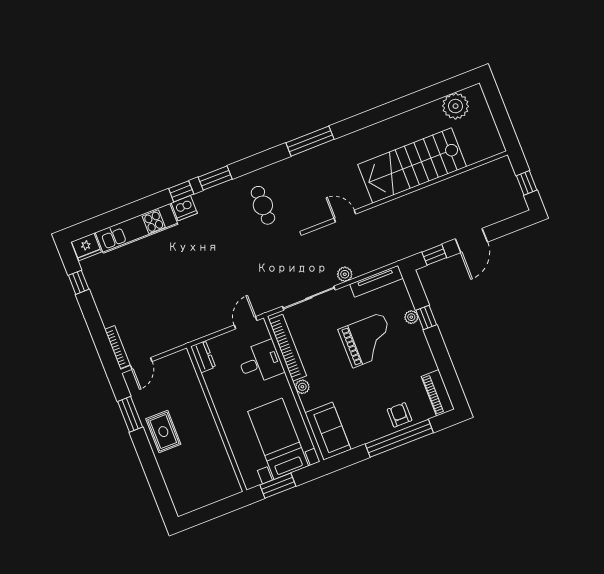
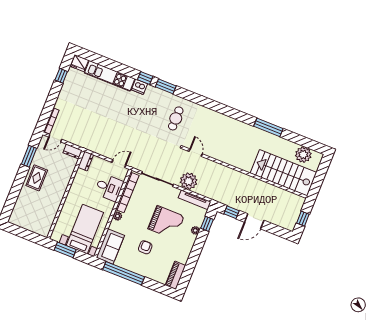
window: (310, 141) -> (268, 127), moved
stairs: (412, 166) -> (283, 173), moved
door: (345, 216) -> (196, 153), moved
plant: (345, 274) -> (189, 181), width x1.88, depth x1.88
window: (426, 318) -> (207, 224), moved
dresser: (177, 360) -> (73, 152), added
armchair: (399, 415) -> (145, 247), moved
window: (399, 438) -> (124, 273), moved

